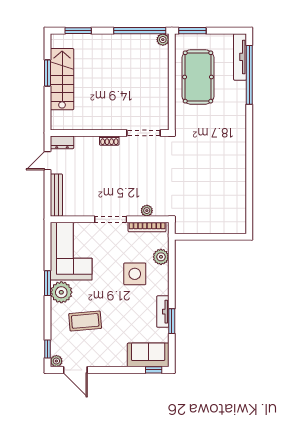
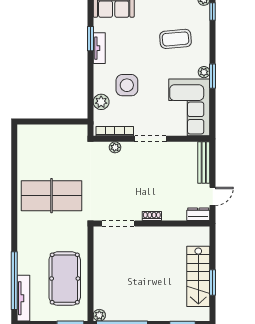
table tennis table: (212, 161) -> (51, 196), added
plant: (61, 292) -> (204, 72), width x0.53, depth x0.53

